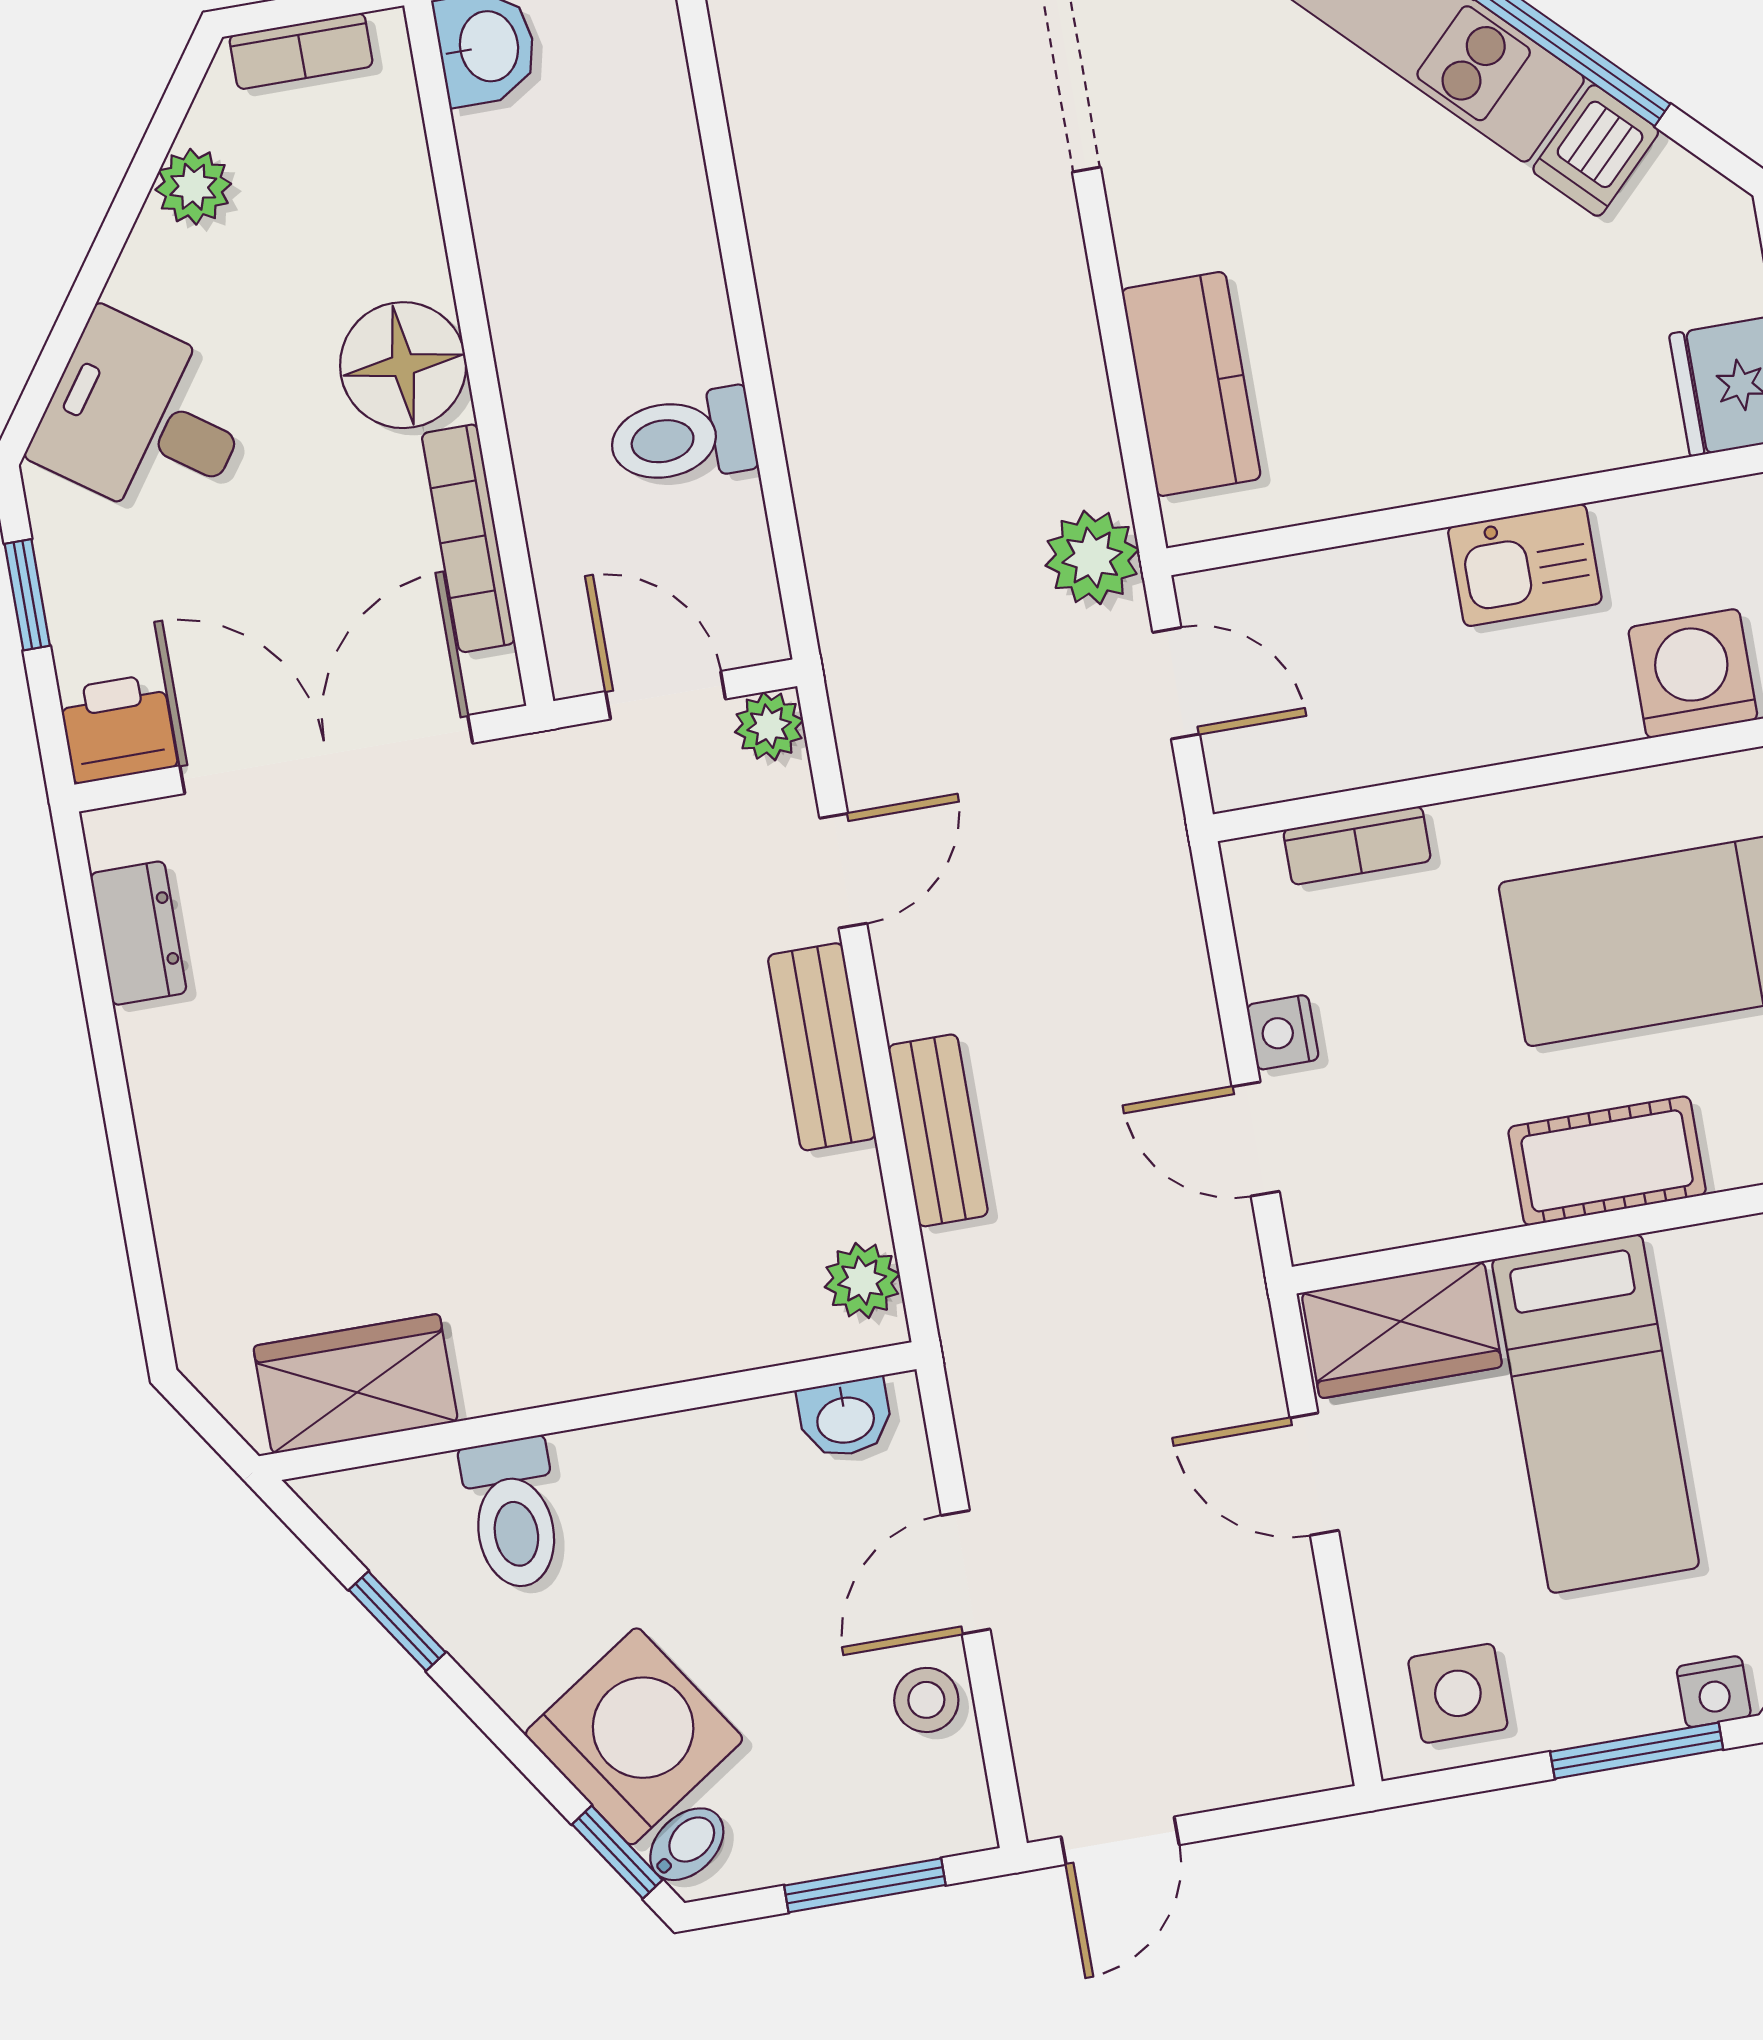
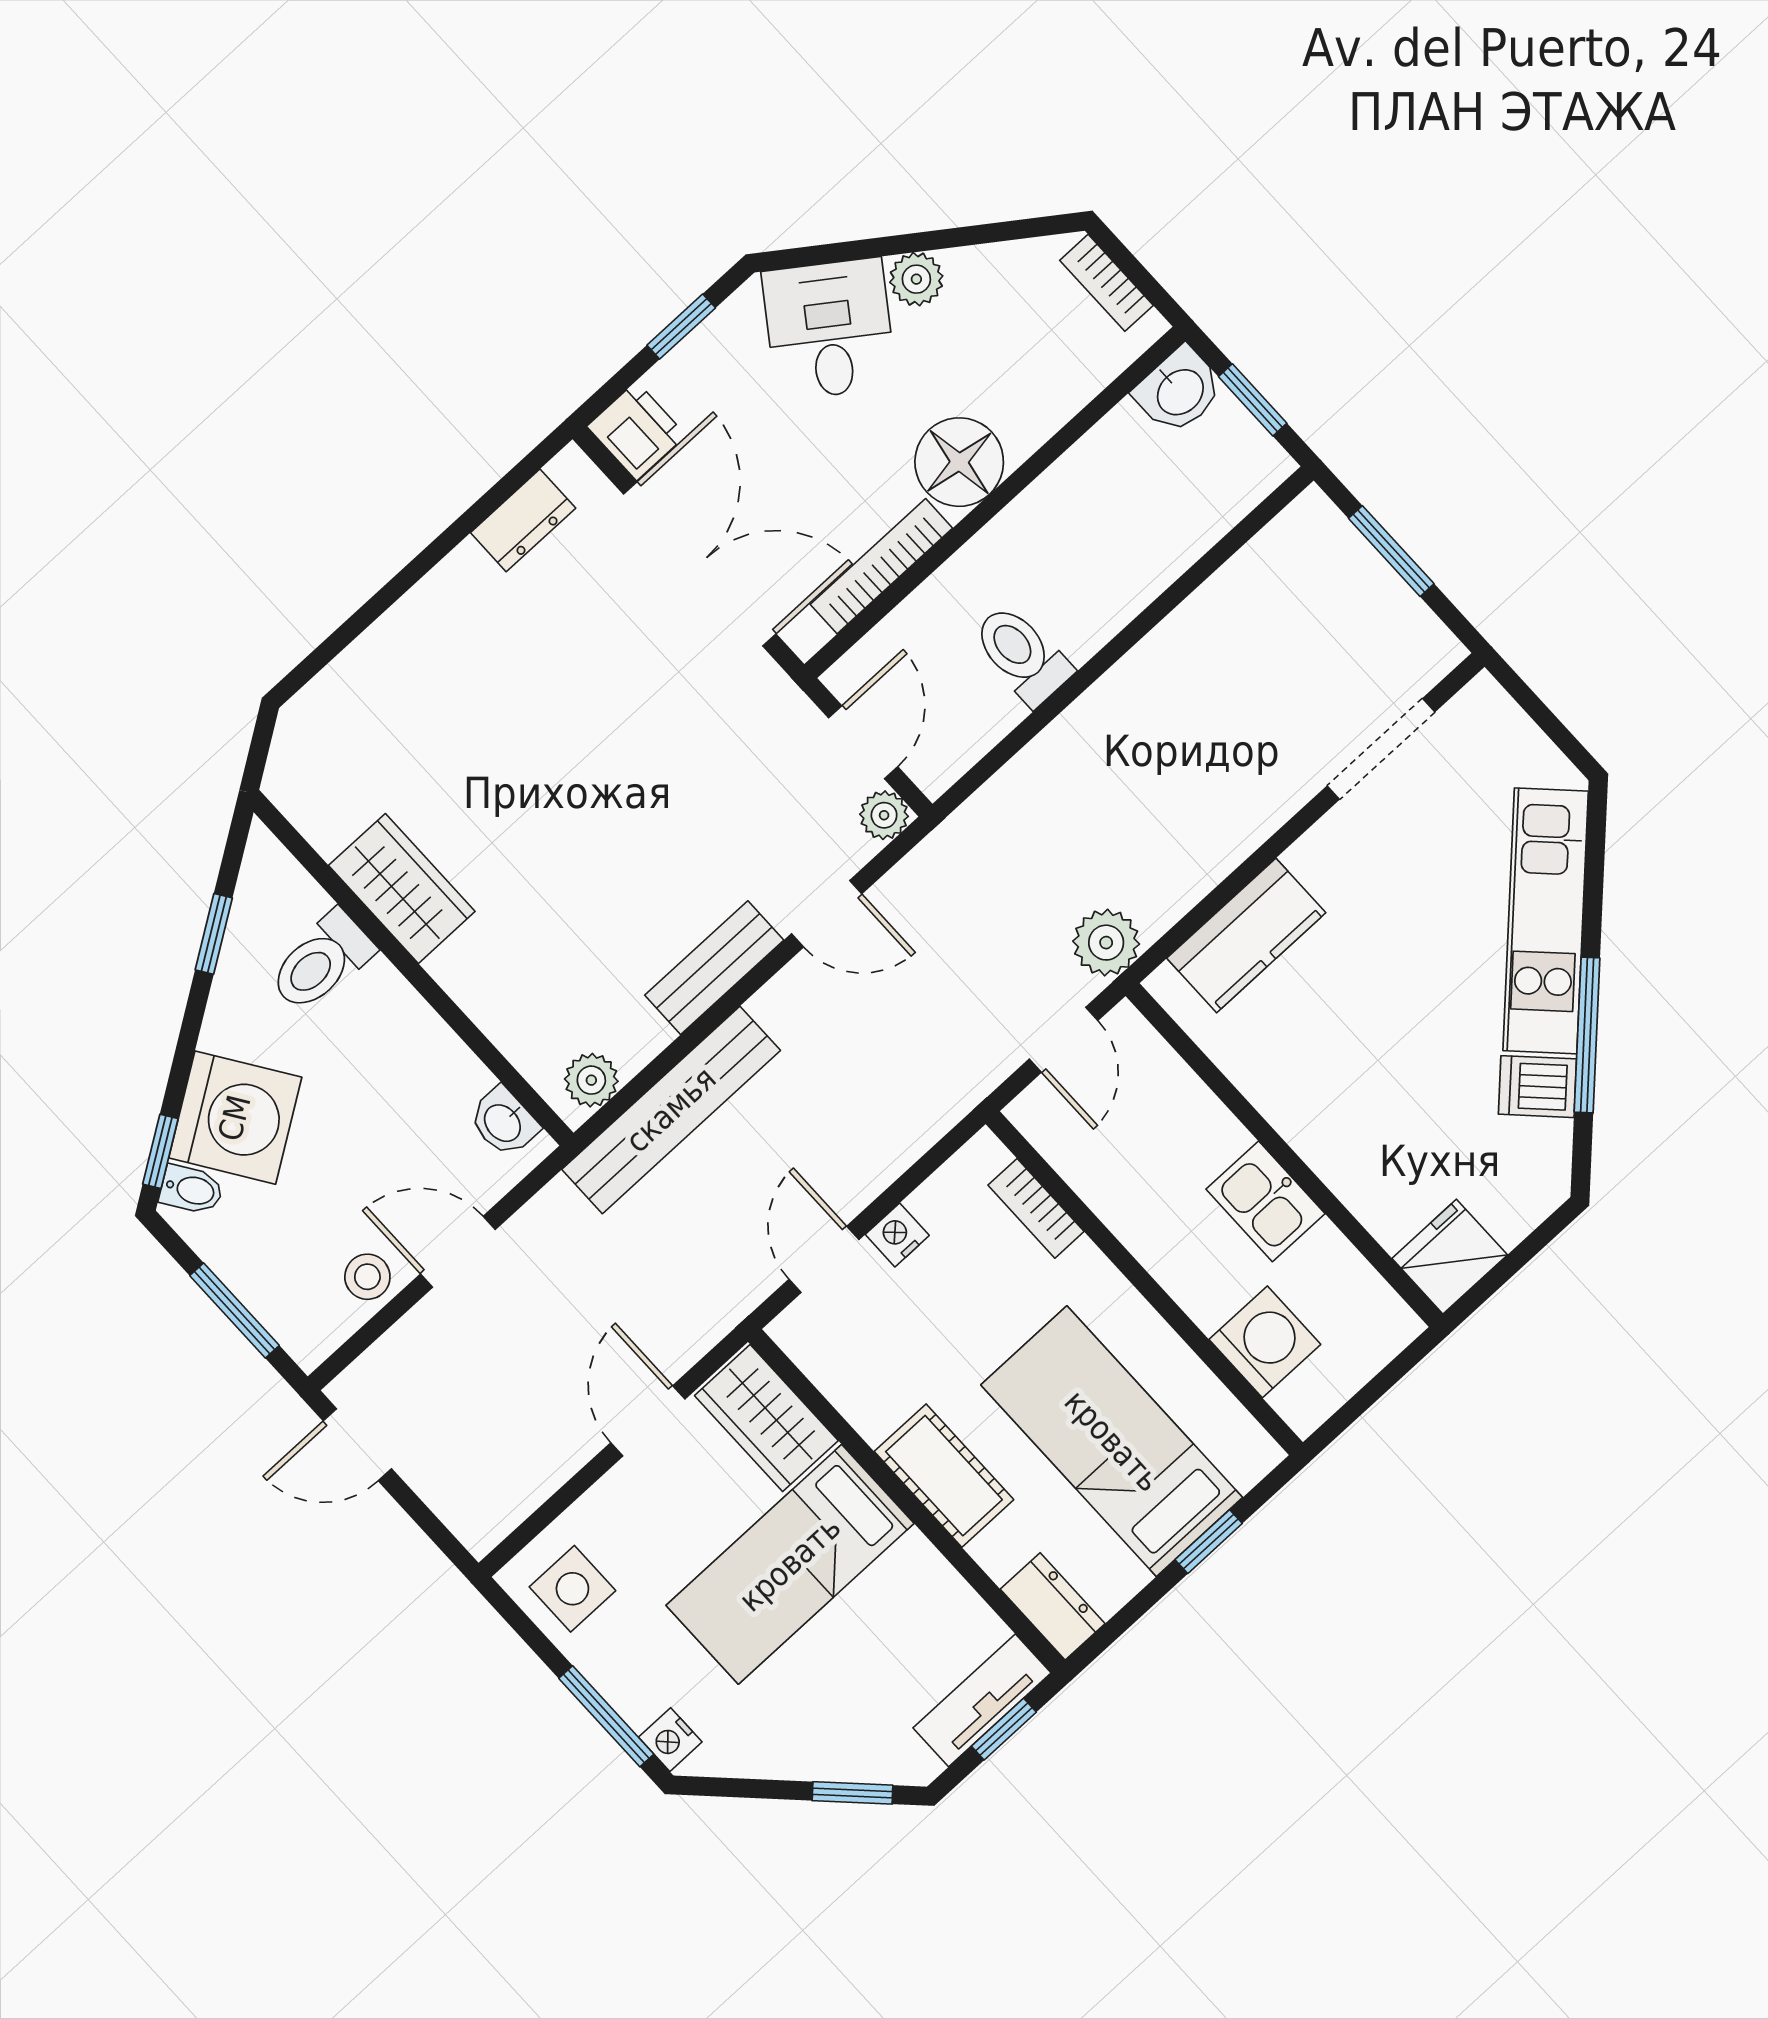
plant: (193, 187) -> (916, 279), moved
bench: (938, 1130) -> (671, 1110), width x1.86, depth x1.21
wardrobe: (356, 1384) -> (402, 888), moved

